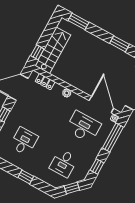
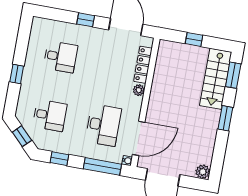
window: (119, 44) -> (225, 118), moved
stairs: (53, 50) -> (216, 79), moved, turned 90
window: (37, 52) -> (194, 39), moved
locker: (45, 82) -> (143, 65), width x1.53
desk: (64, 163) -> (50, 115), turned 180

